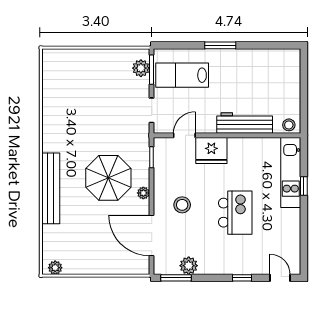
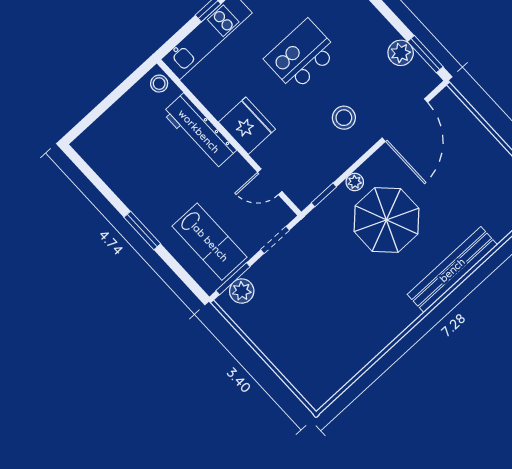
fridge: (211, 151) -> (247, 126), moved
plant: (143, 193) -> (355, 182), moved

